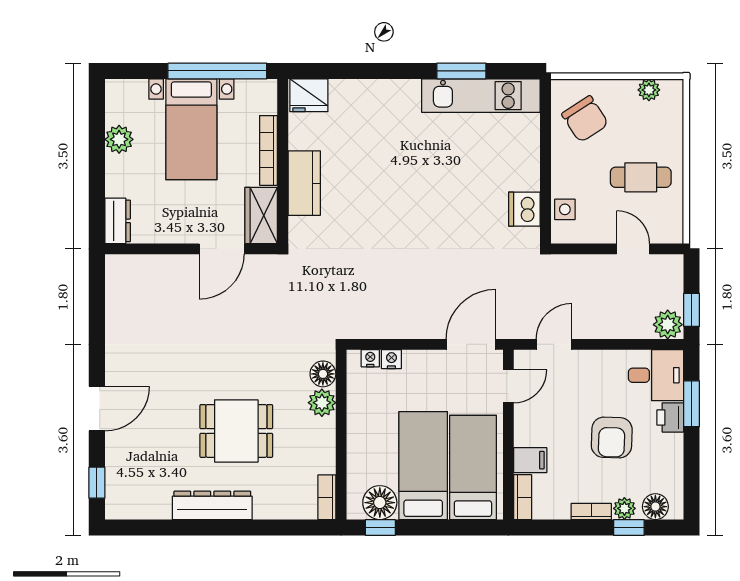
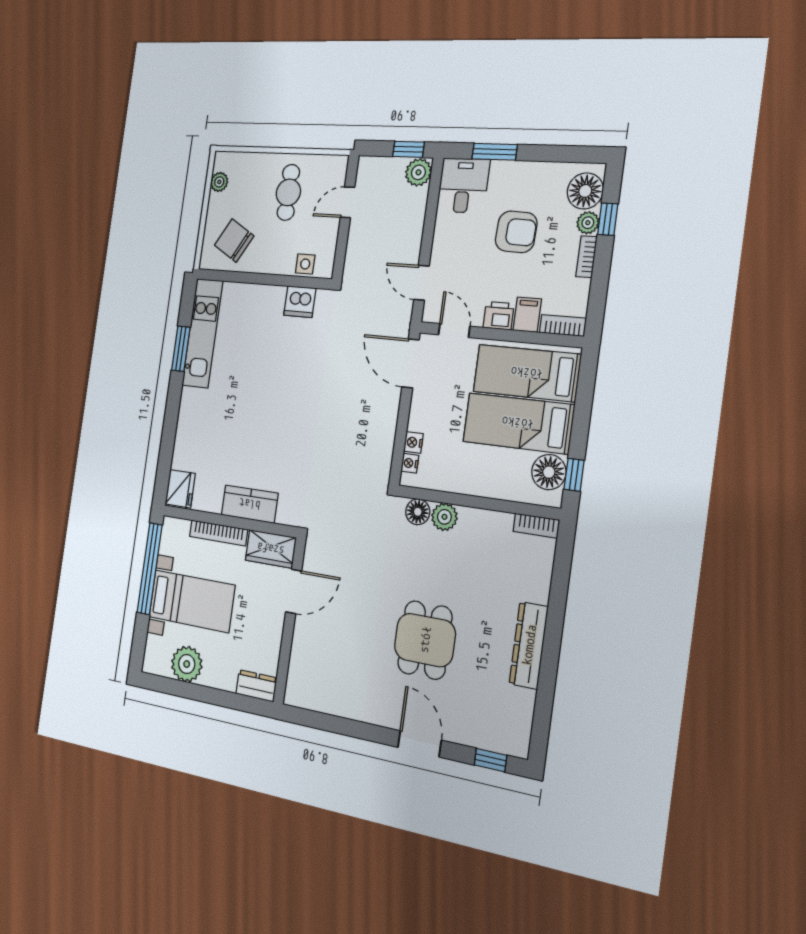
chair: (585, 119) -> (234, 241), turned -117
plant: (119, 139) -> (187, 664), width x1.36, depth x1.36
door: (222, 249) -> (294, 592), hinge flipped
printer: (670, 417) -> (499, 316), moved, turned 180
dining table: (236, 431) -> (425, 640), moved
floor lamp: (655, 507) -> (585, 191), width x1.38, depth x1.38

